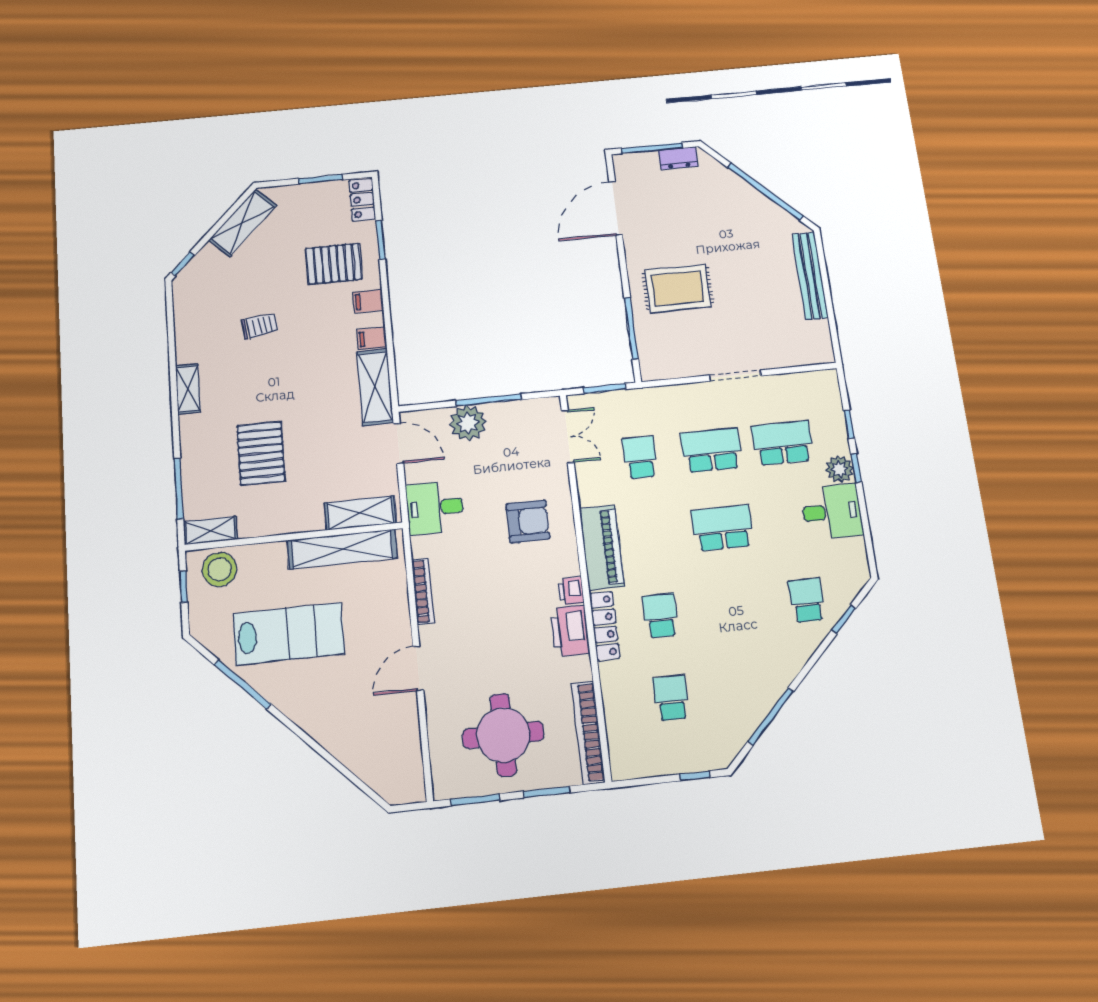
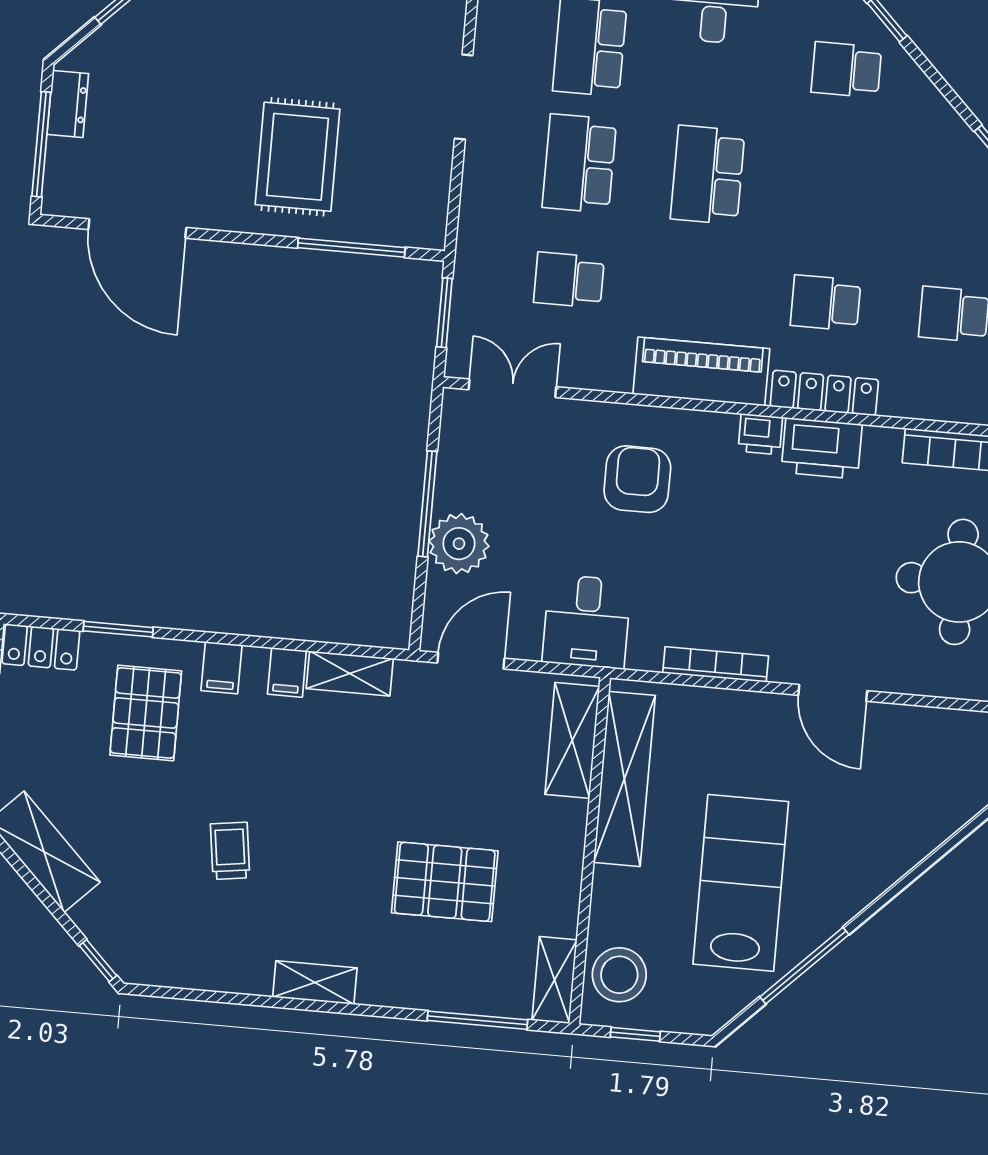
shelving: (375, 387) -> (350, 674), width x0.67, depth x0.75

